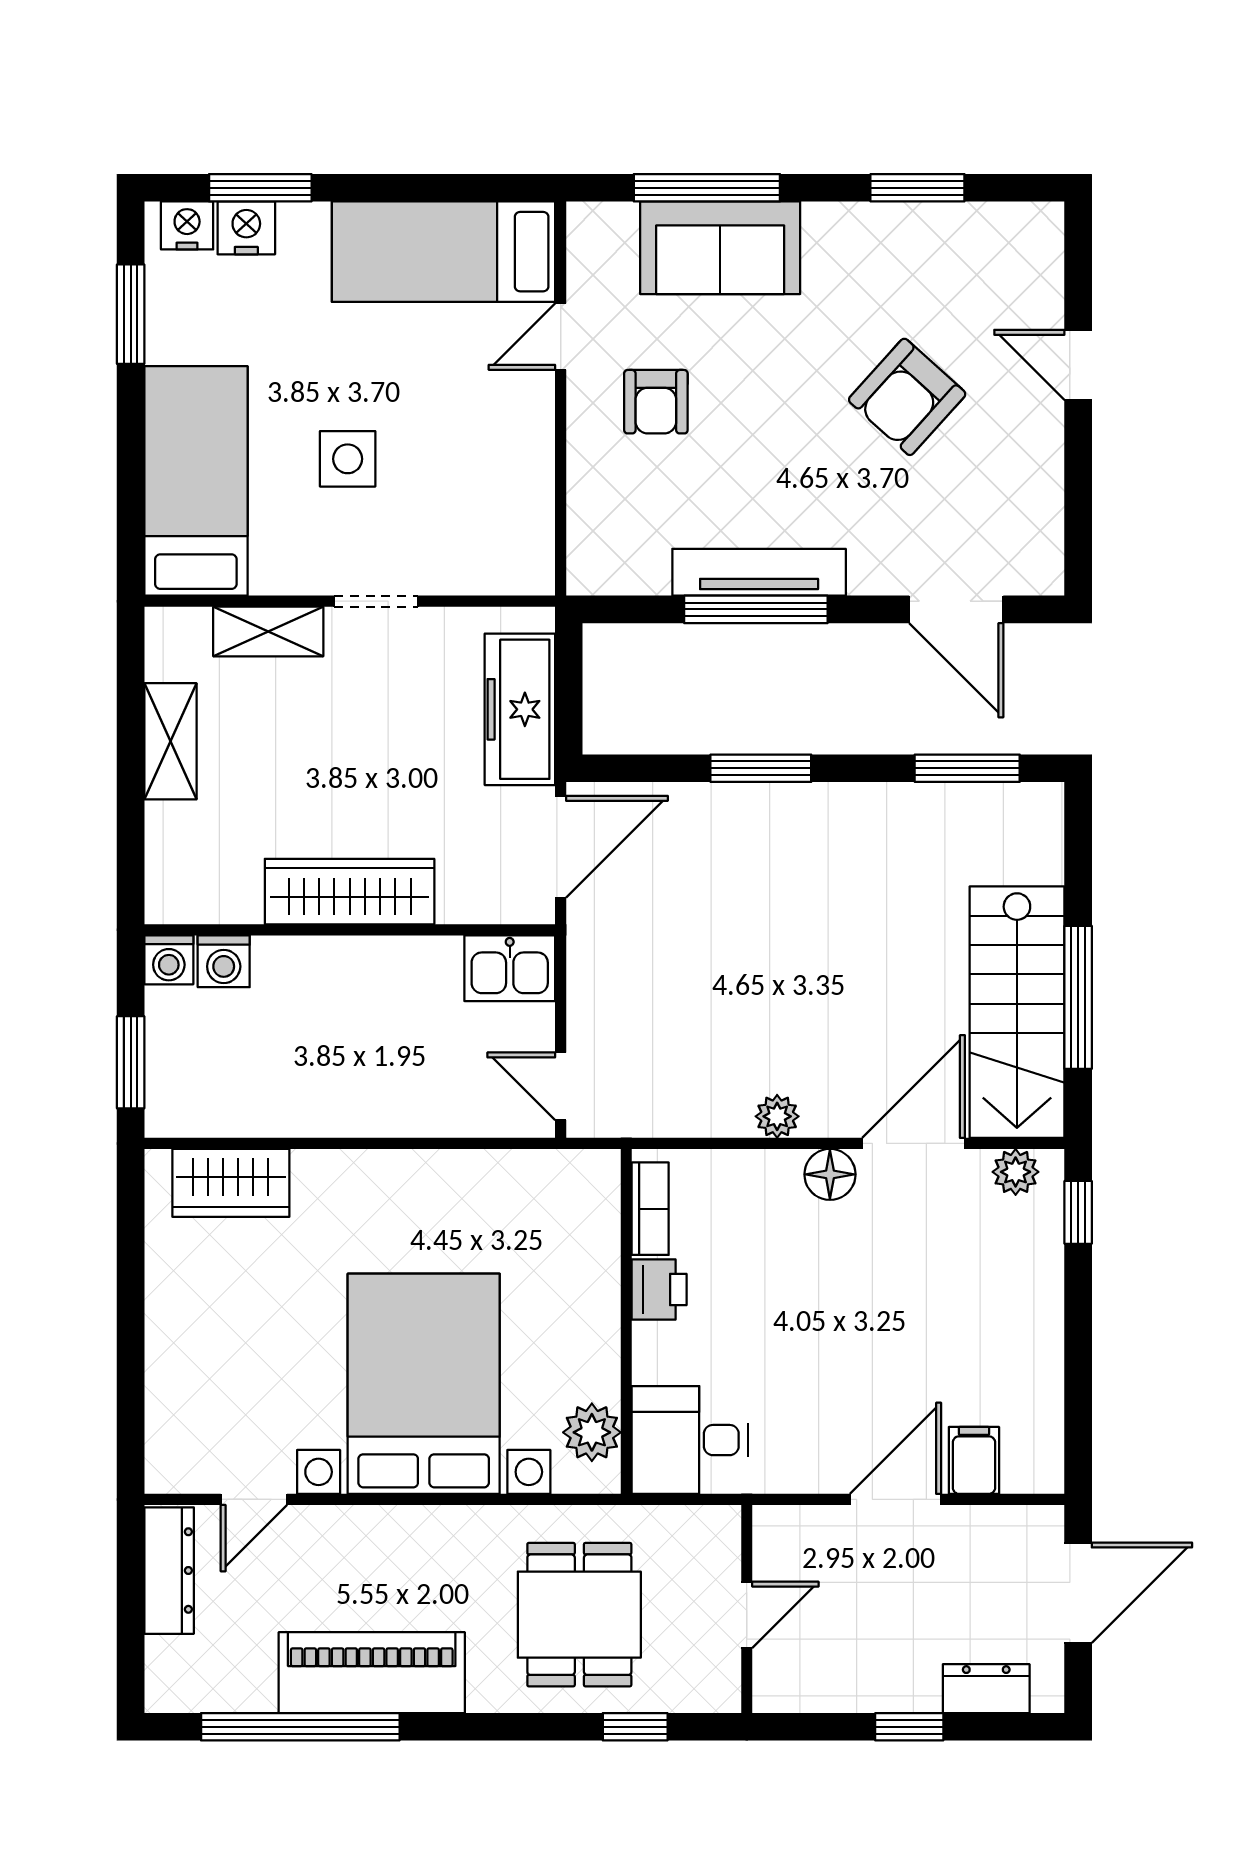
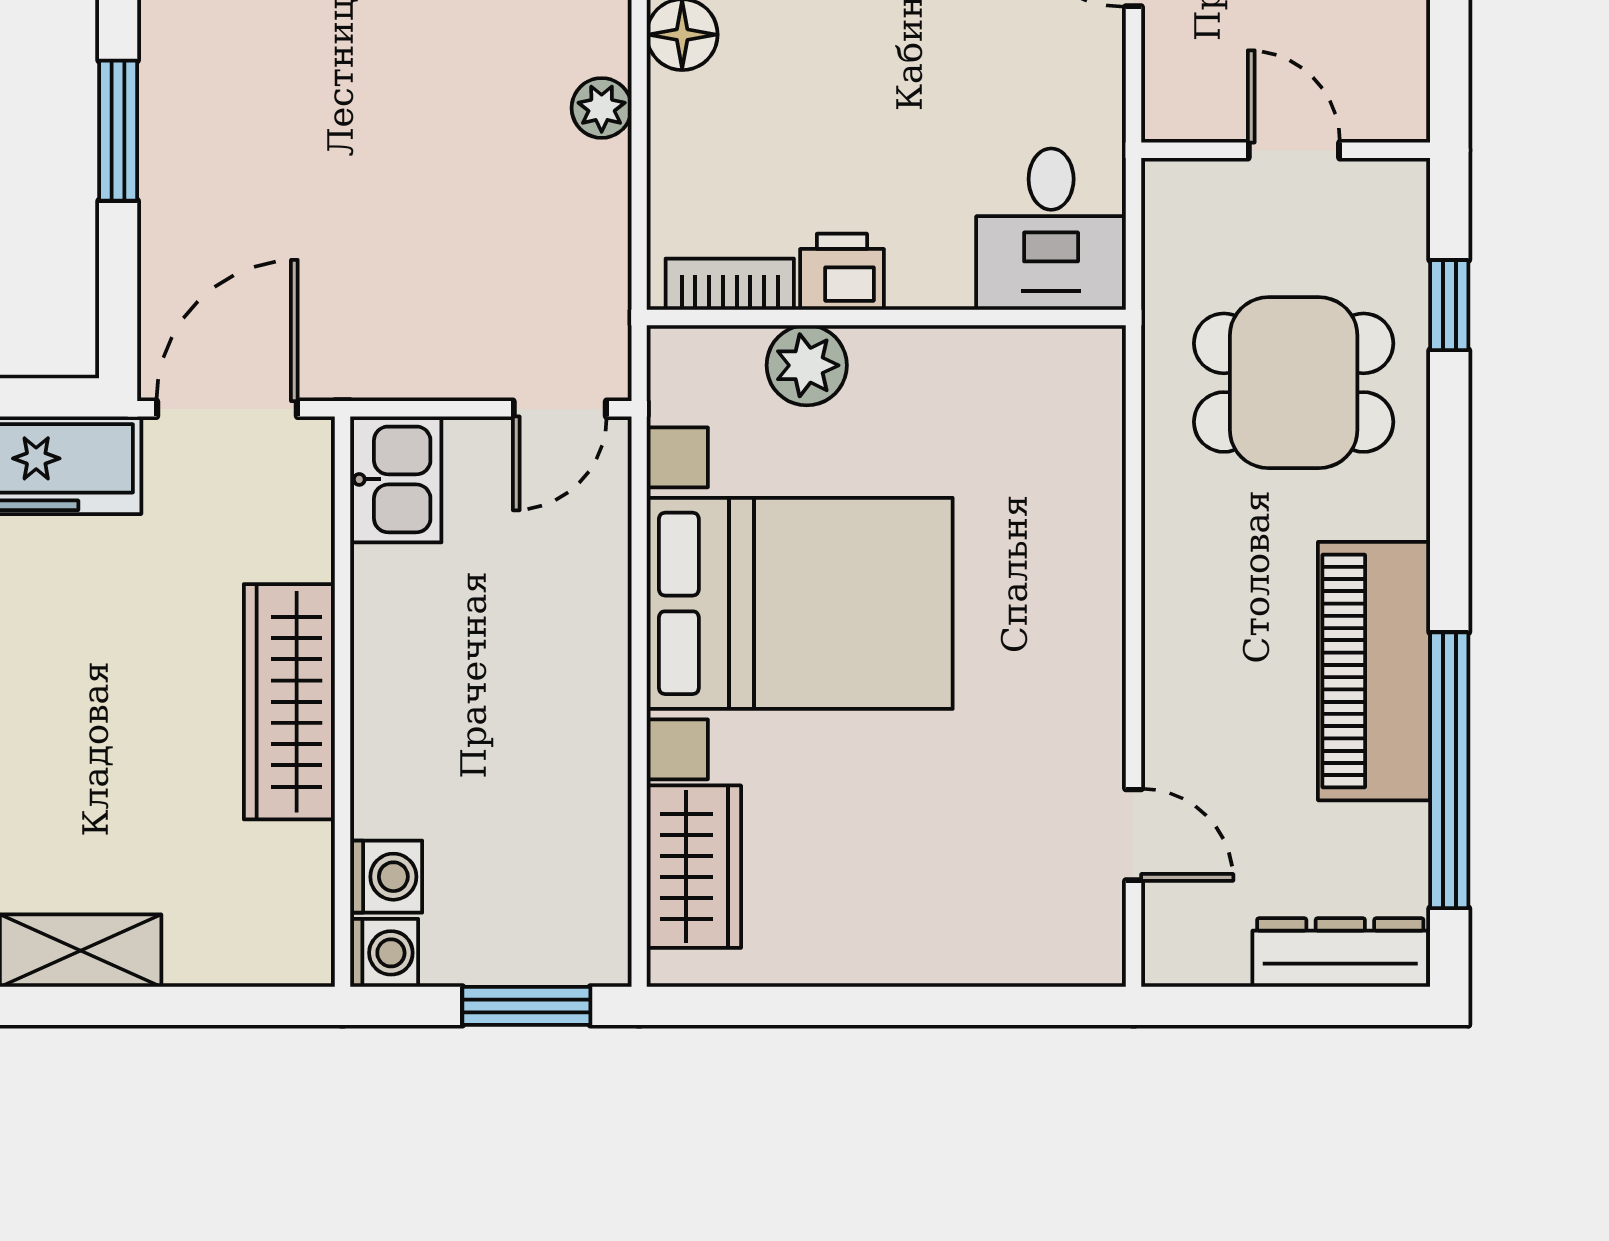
door: (561, 847) -> (227, 409), hinge flipped
bed with nightstands: (424, 1384) -> (800, 603), moved, turned 180
plant: (592, 1432) -> (807, 365), moved
dresser: (169, 1571) -> (1340, 953), moved

